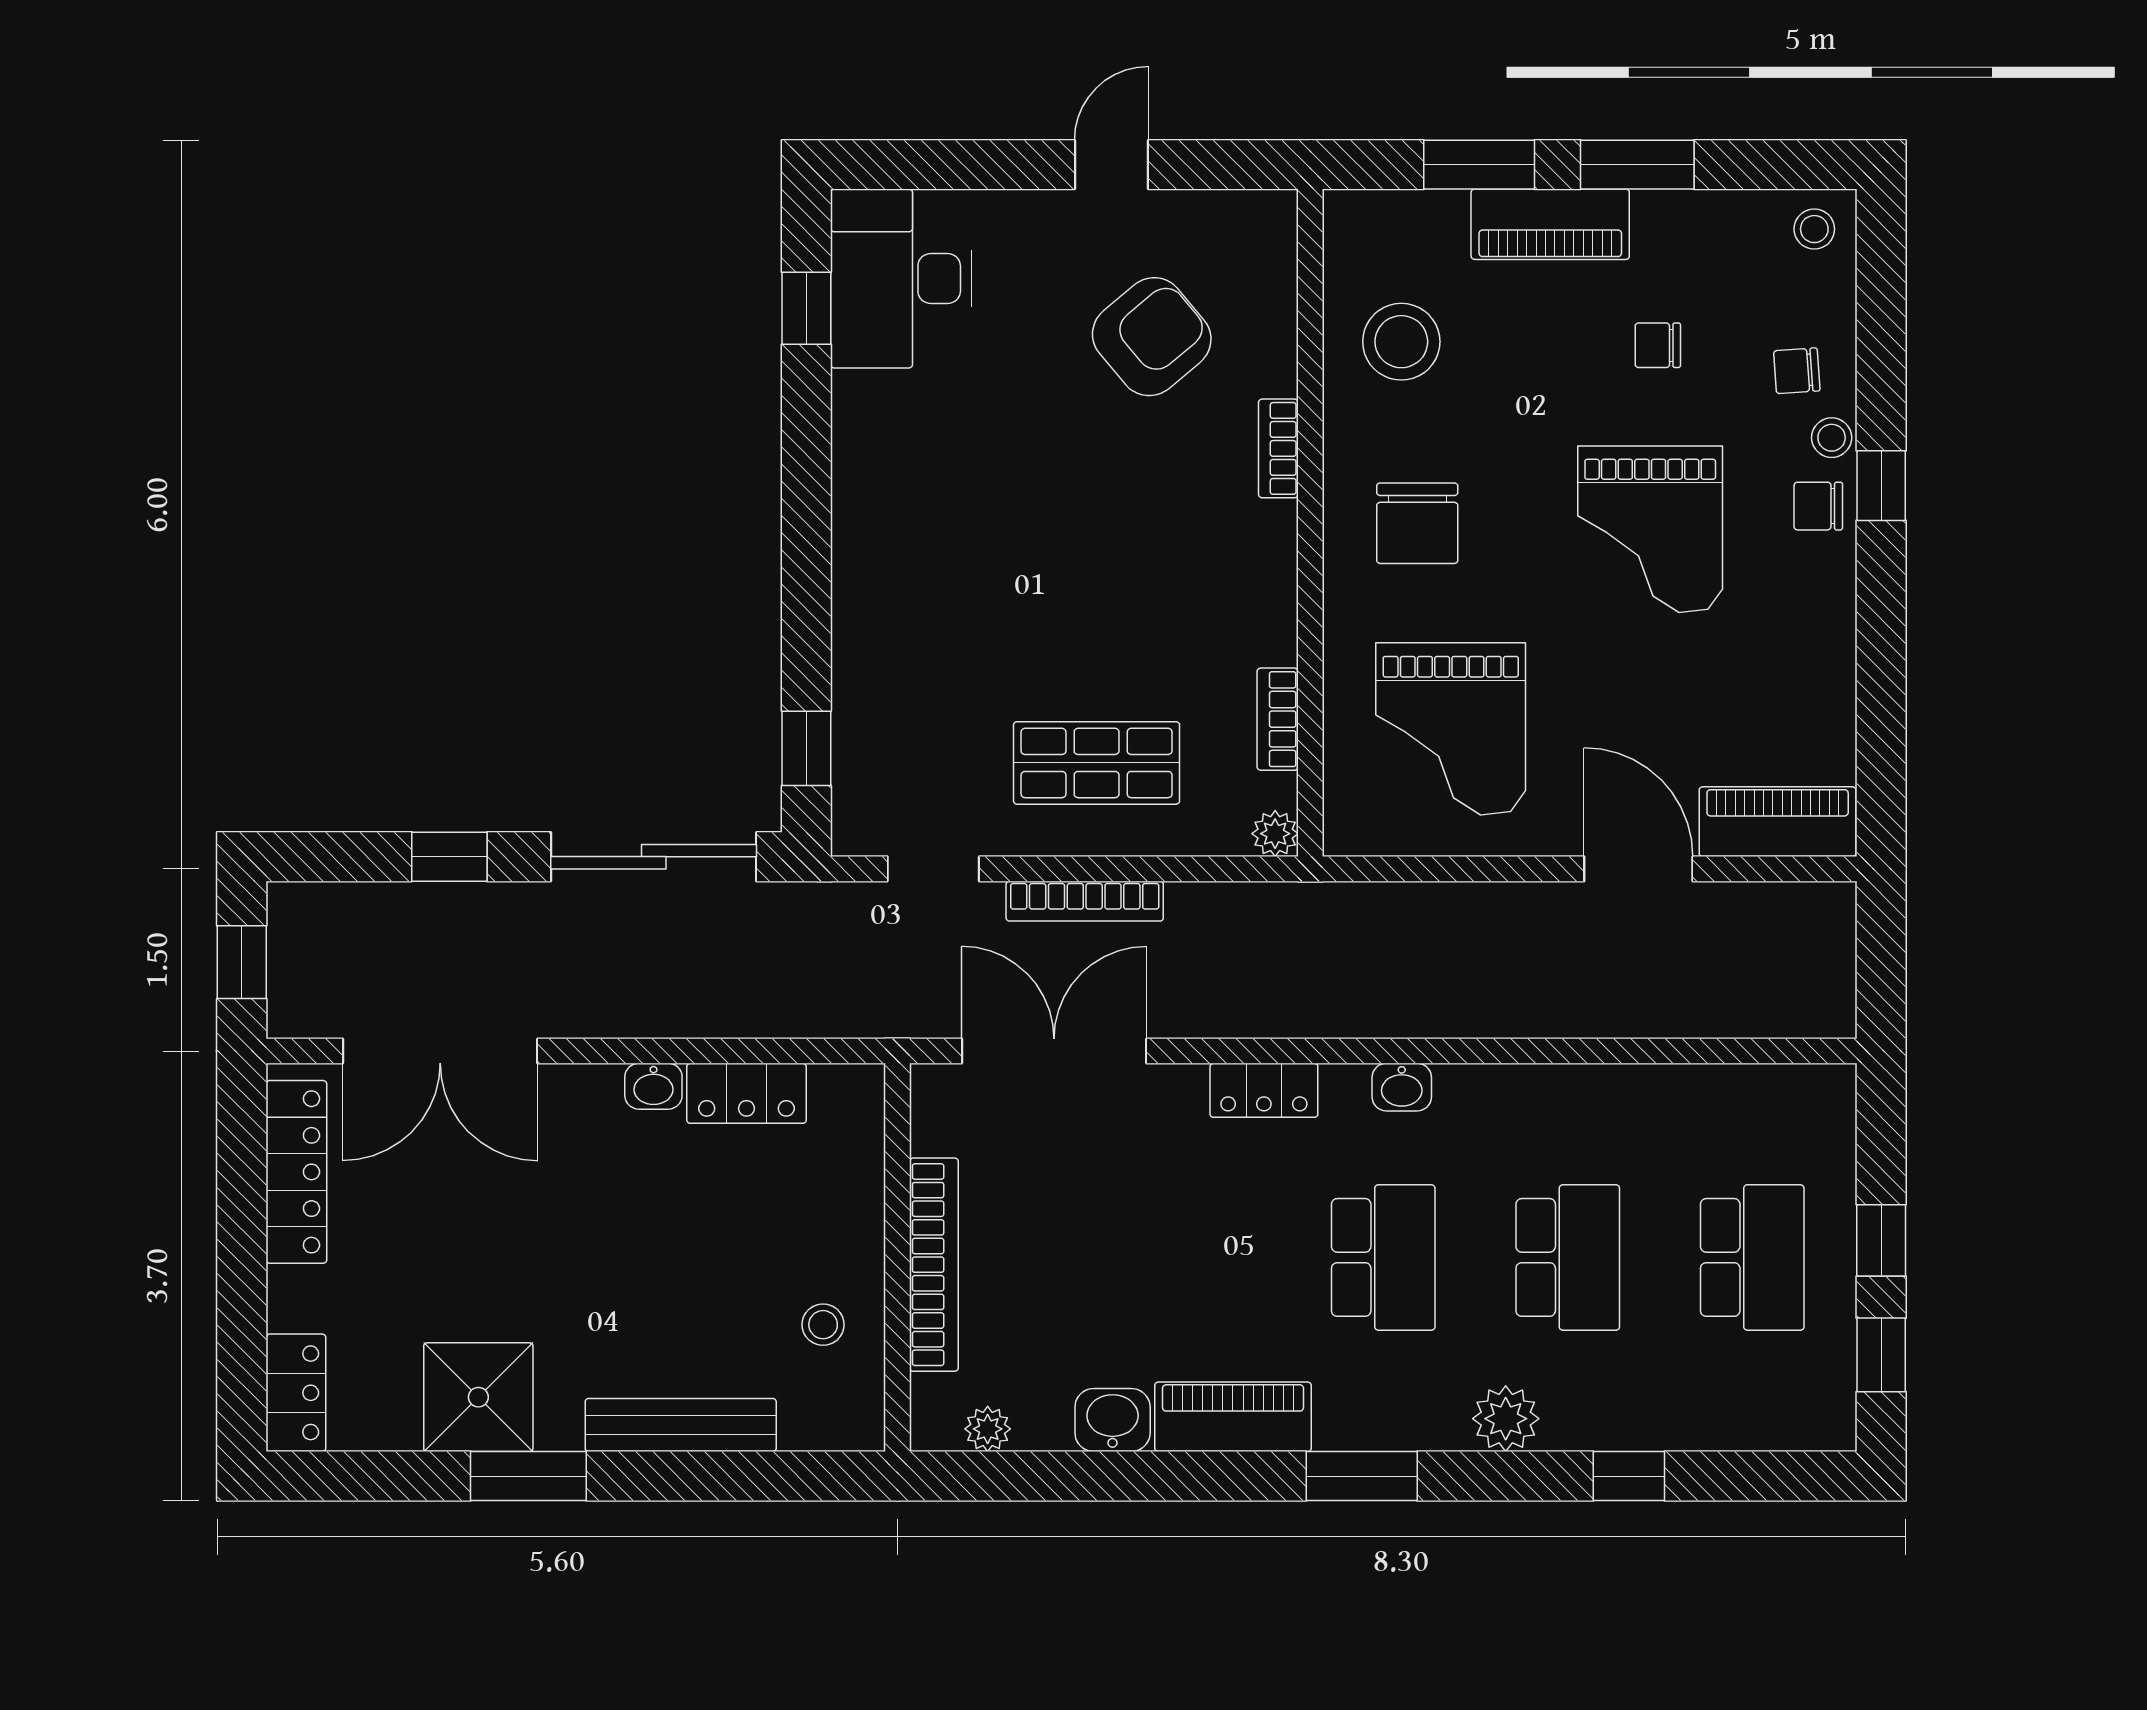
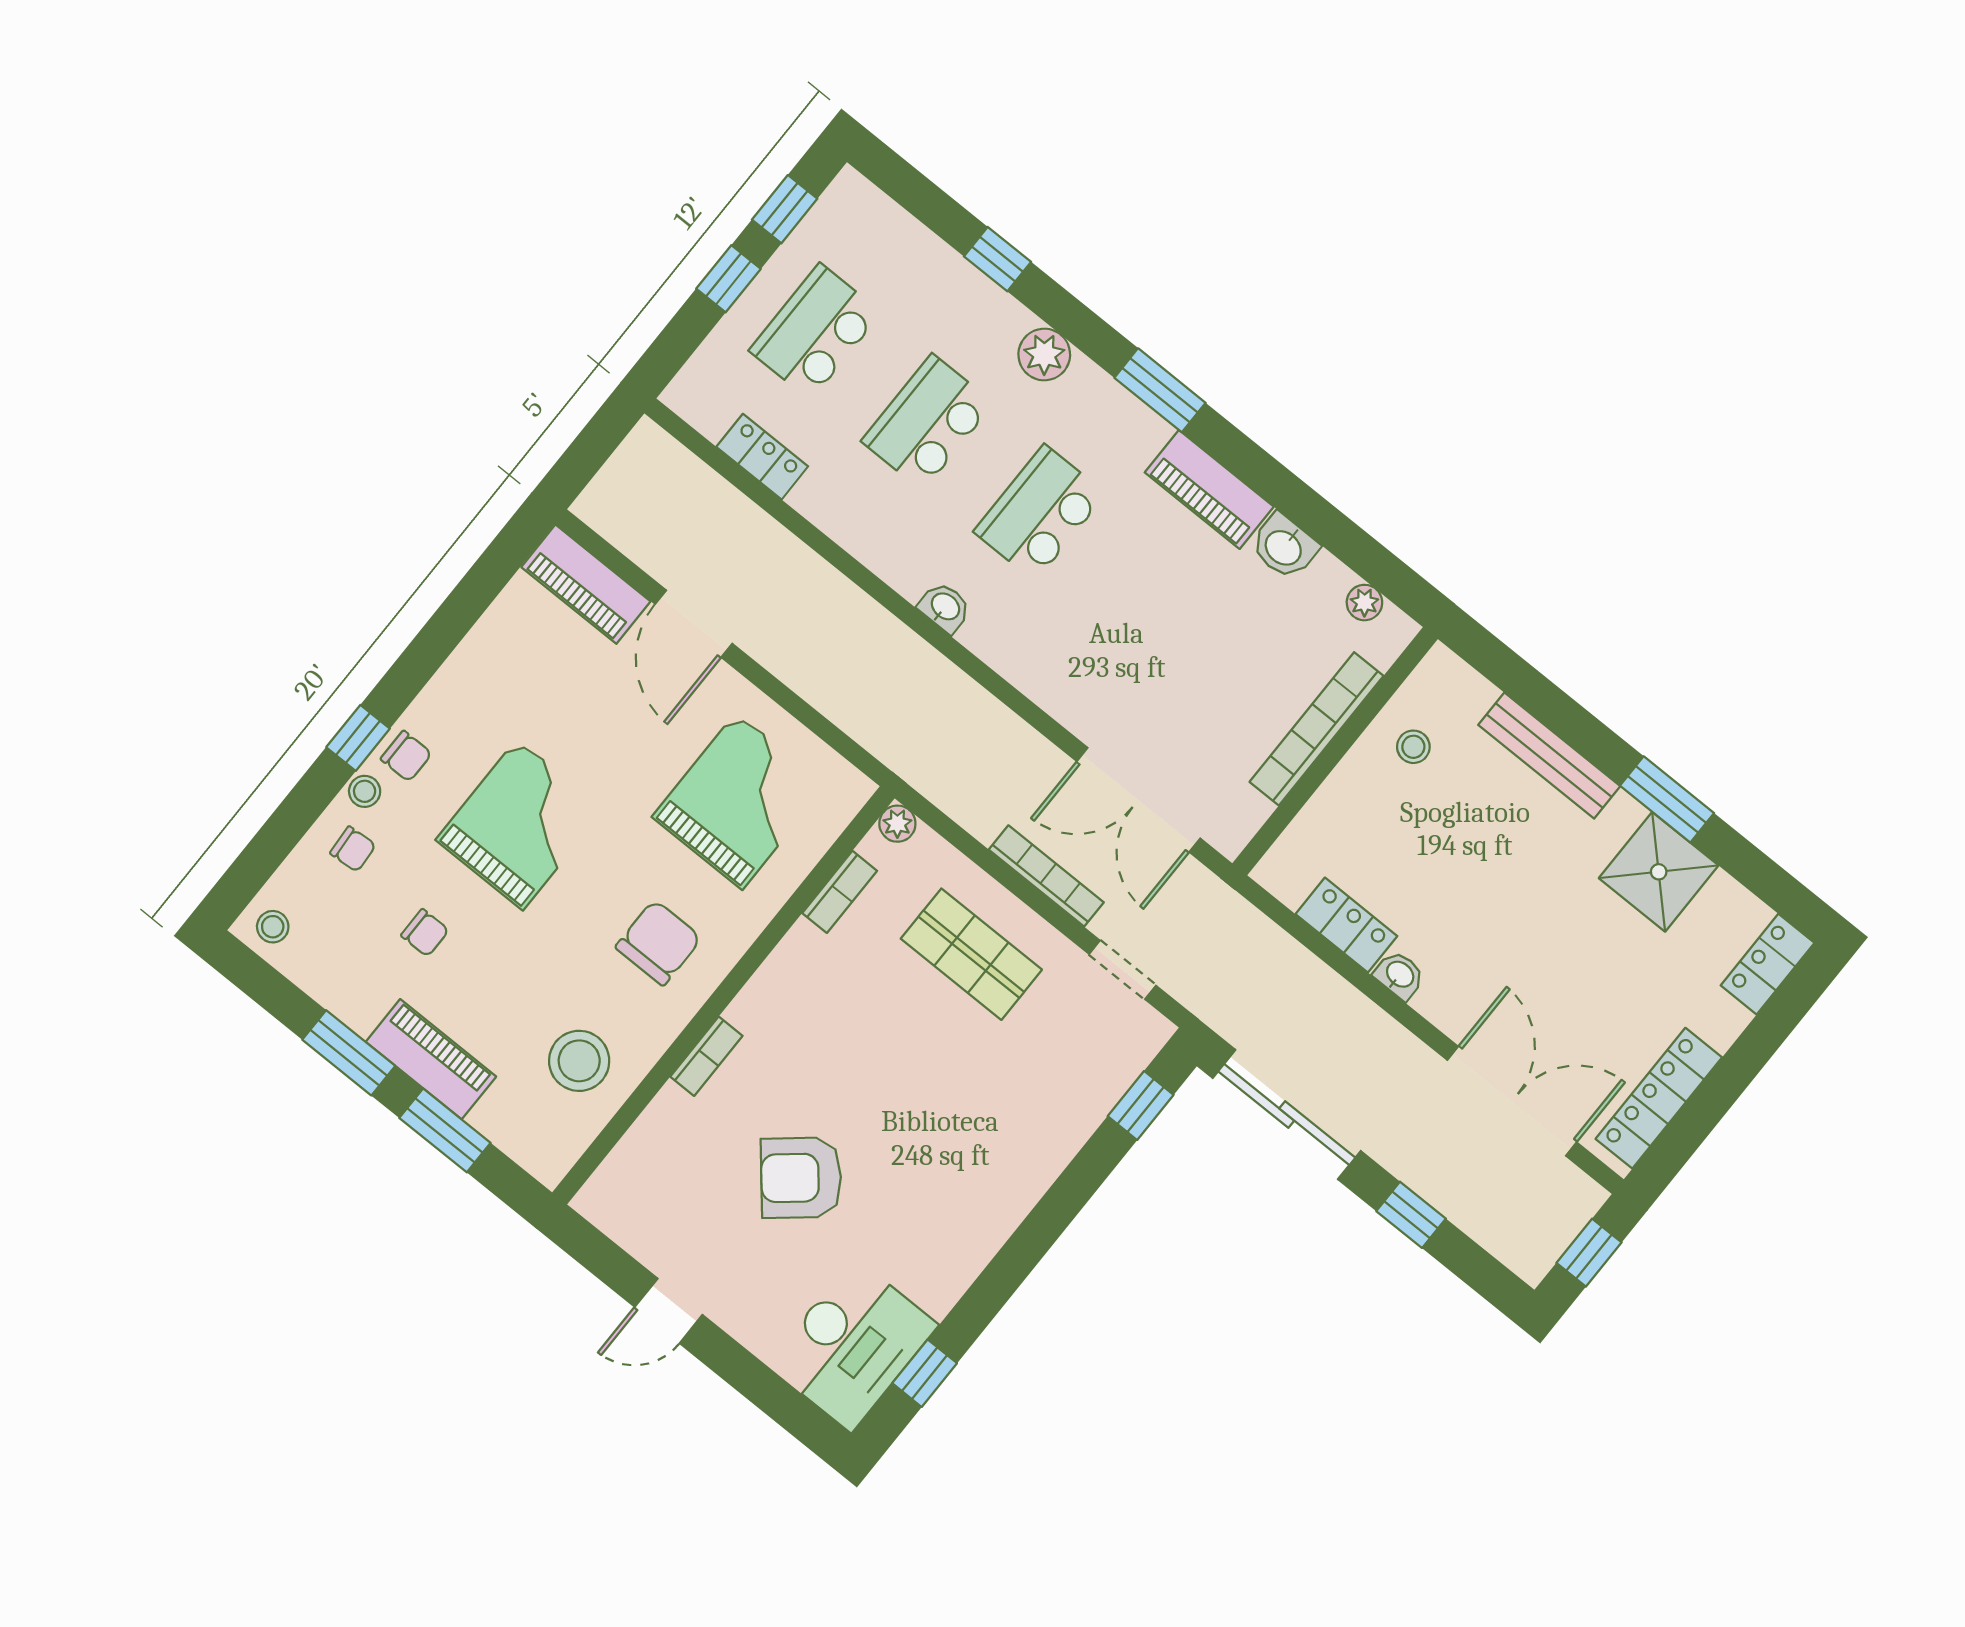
armchair: (1152, 337) -> (801, 1178), moved
locker: (1264, 1090) -> (762, 457), moved

